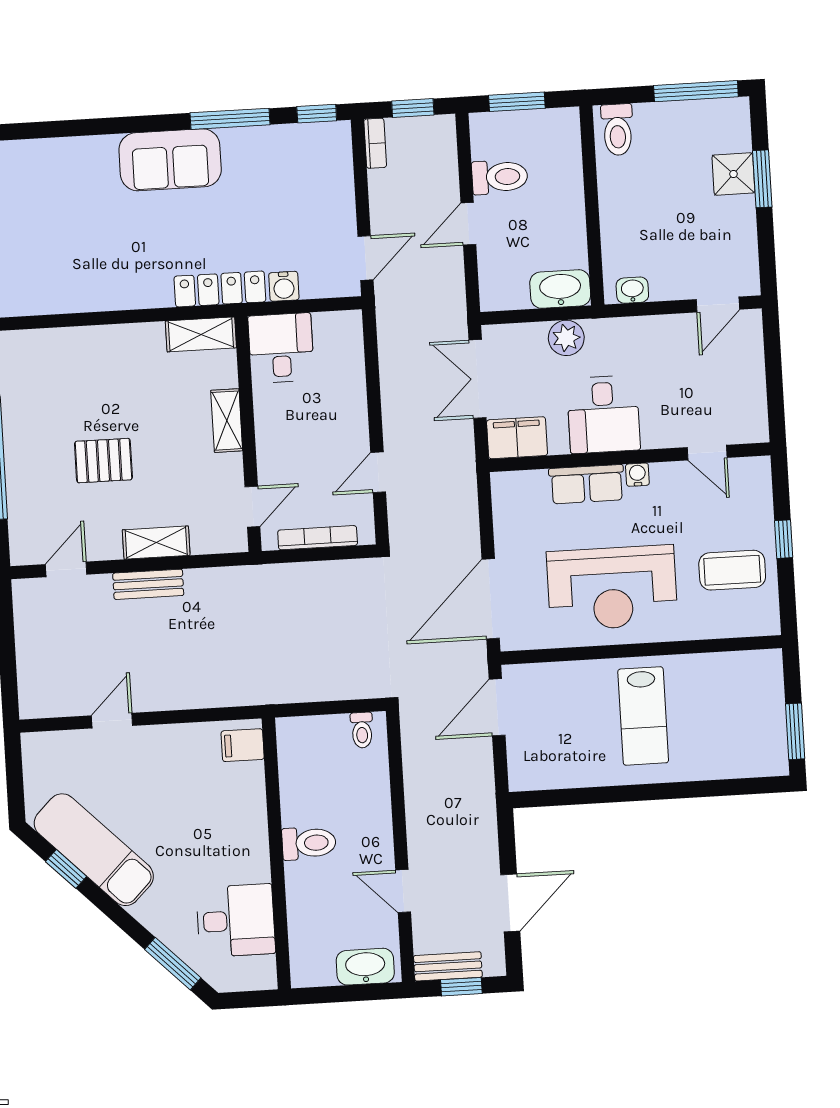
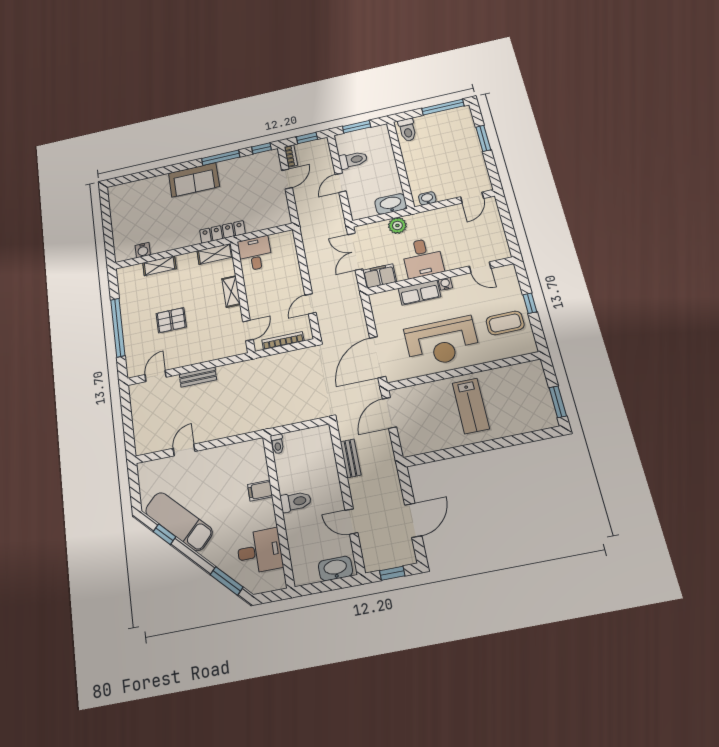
shower: (733, 174) -> (468, 139), removed
door: (365, 258) -> (287, 179), moved
water cooler: (284, 286) -> (143, 250), moved
shelving: (156, 543) -> (159, 266), moved
toilet: (362, 730) -> (277, 444), moved
filing cabinet: (243, 745) -> (260, 491), moved
bench: (448, 966) -> (350, 458), moved, turned 90

